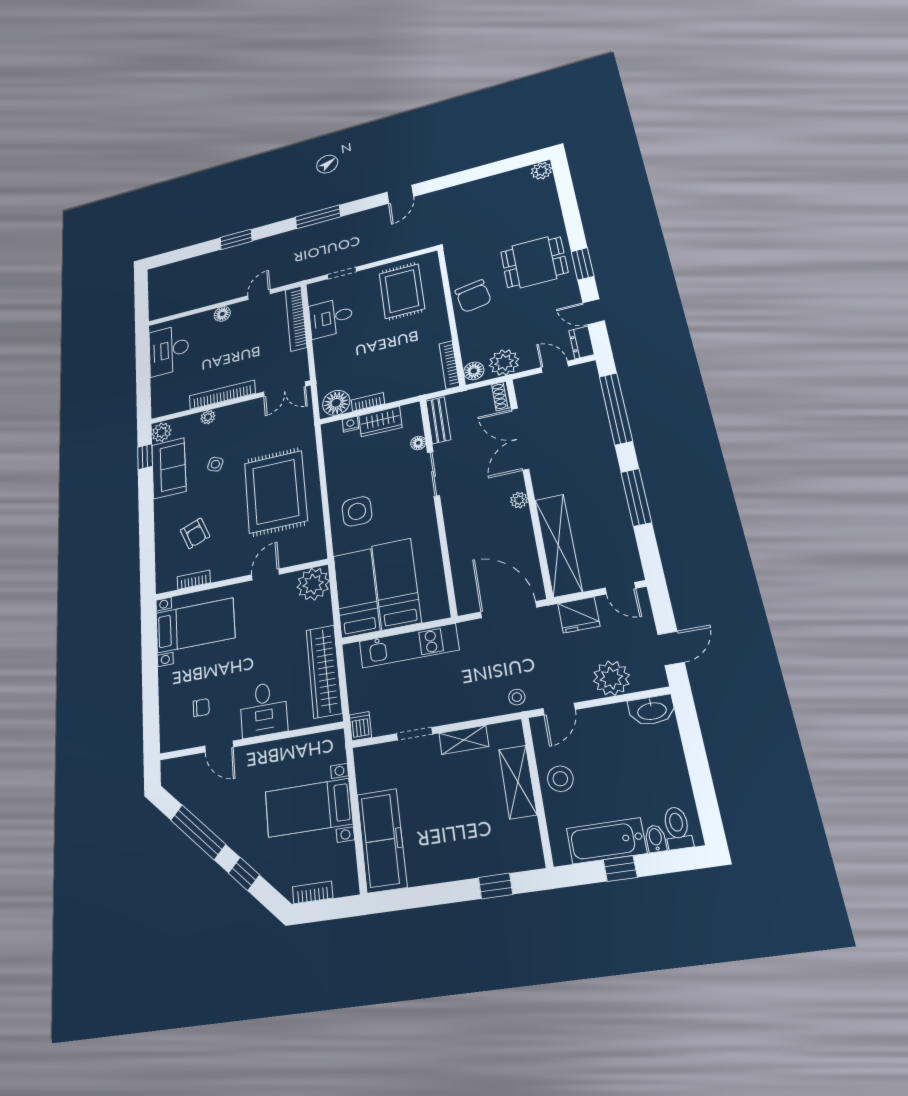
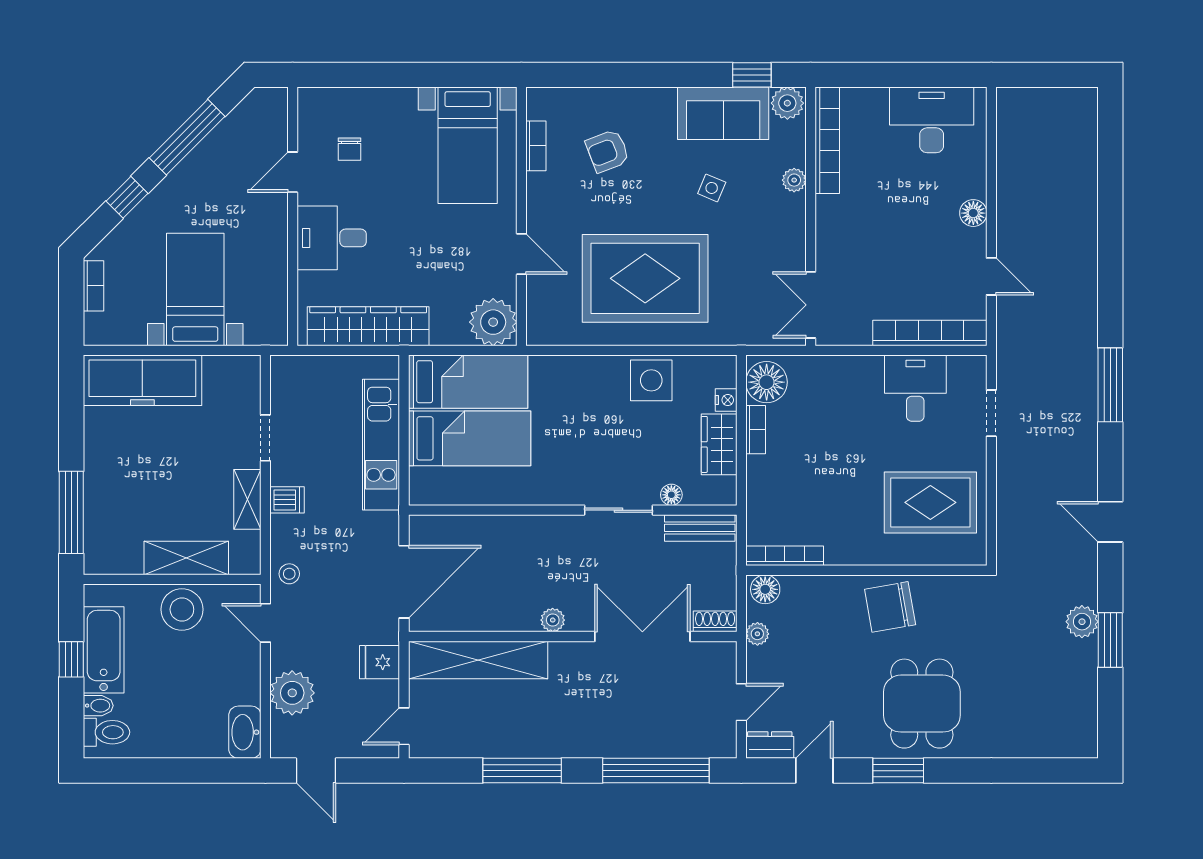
plant: (541, 171) -> (1082, 622), moved
window: (236, 239) -> (1110, 640), moved
plant: (504, 362) -> (757, 634), width x0.53, depth x0.53
bookcase: (222, 395) -> (827, 140), moved
side table: (357, 511) -> (651, 380), moved
fridge: (579, 615) -> (380, 662), width x0.72
dishwasher: (360, 726) -> (287, 500), moved
stool: (560, 779) -> (182, 609), width x1.38, depth x1.38
window: (496, 886) -> (71, 512), width x2.17

